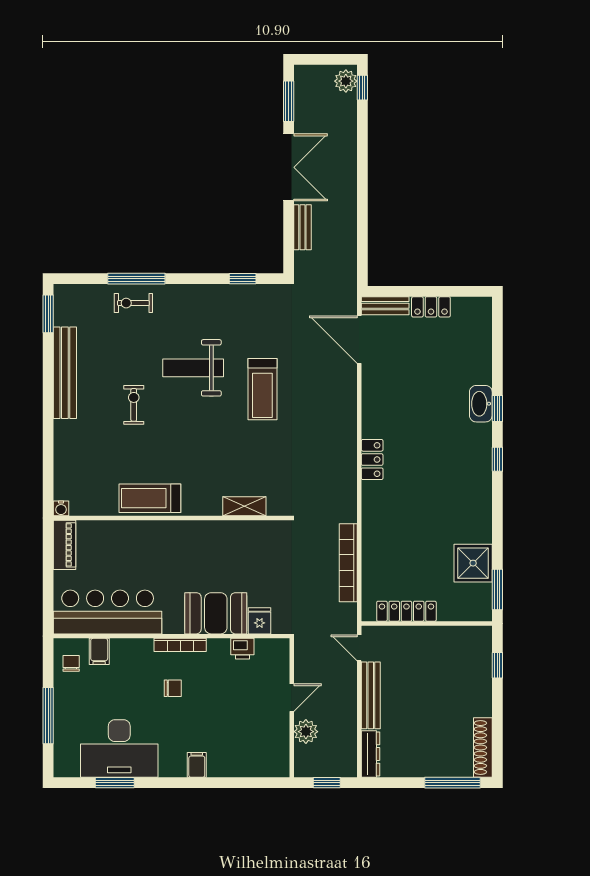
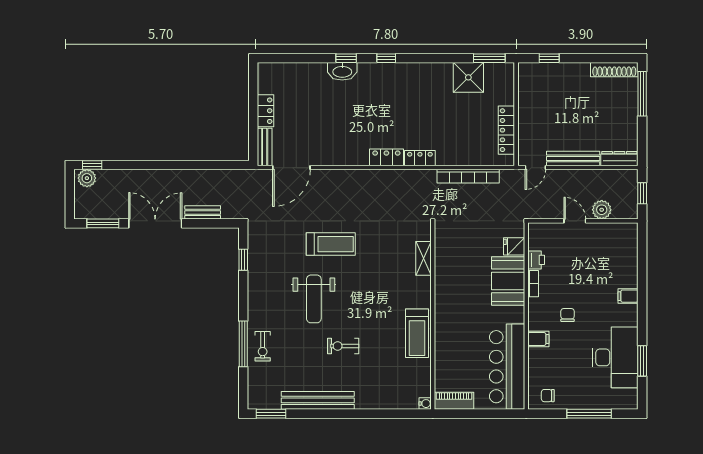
locker: (371, 502) -> (420, 158), added
bookcase: (180, 645) -> (533, 284), moved, width x0.64
filing cabinet: (99, 651) -> (538, 339), moved

